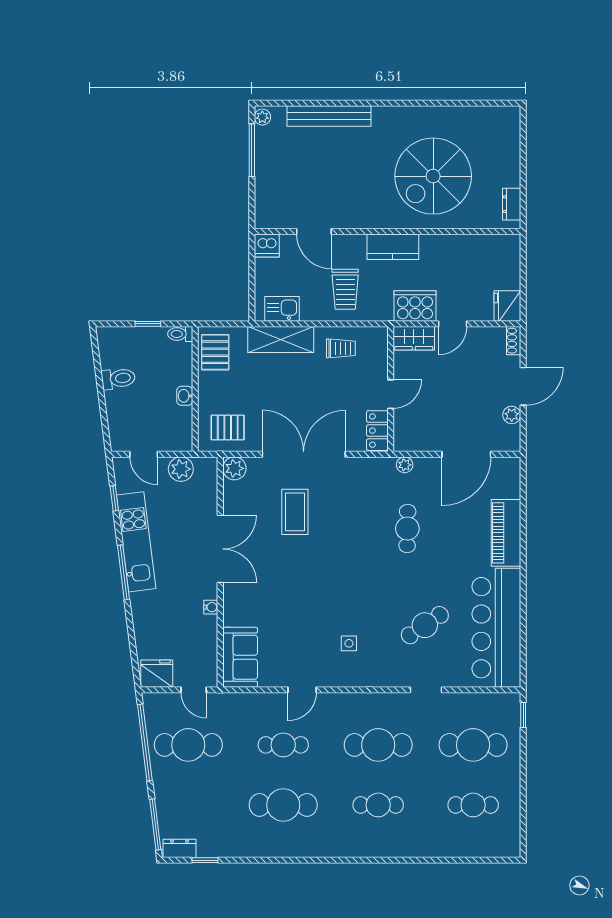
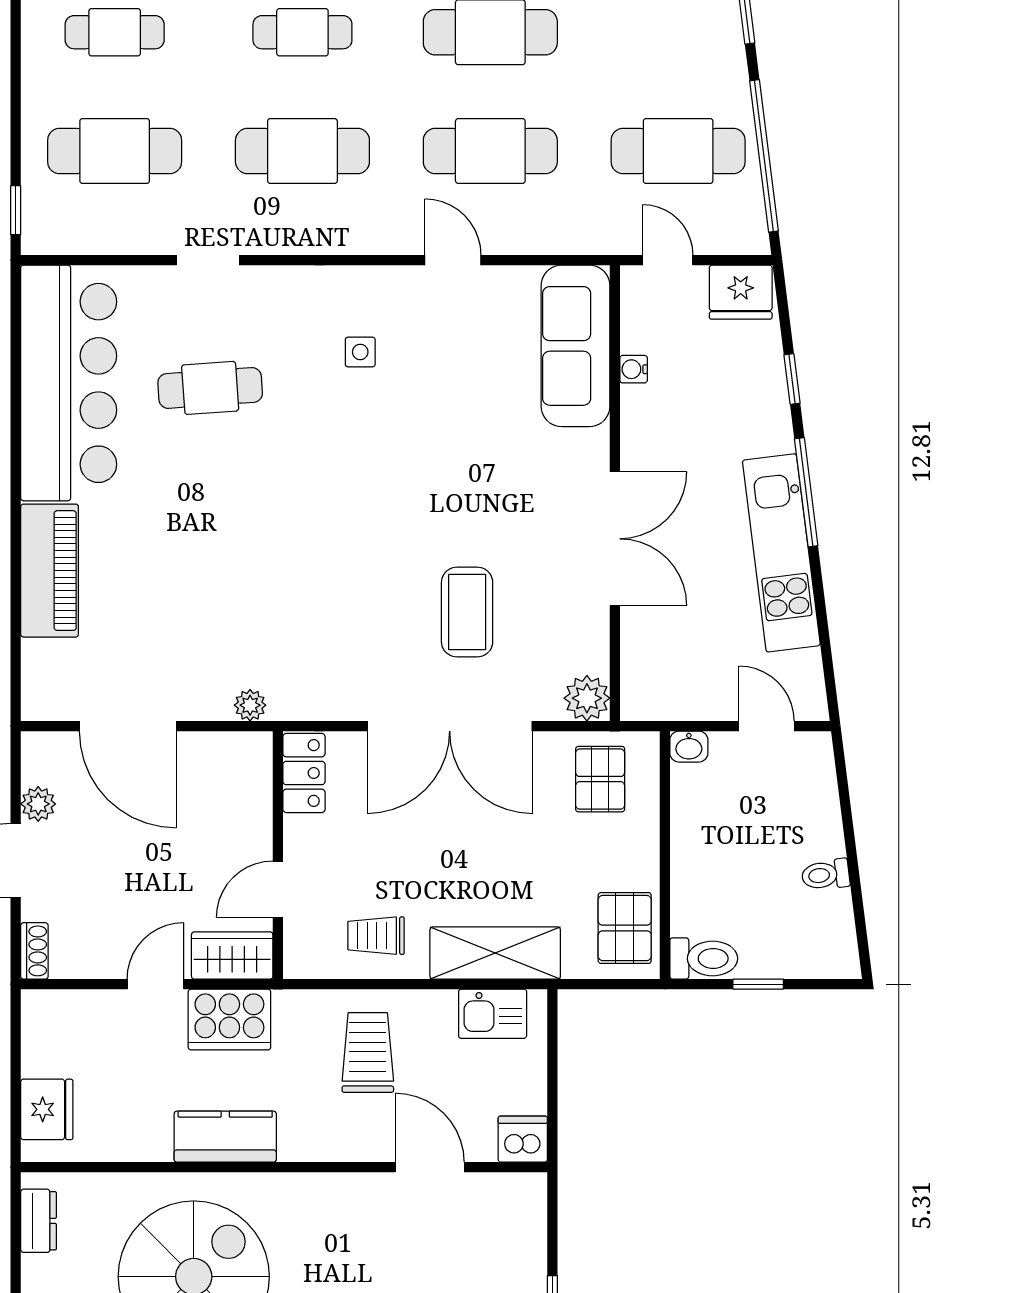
kitchen counter: (393, 247) -> (225, 1137), moved
fridge: (507, 306) -> (47, 1109), moved
toilet: (180, 334) -> (704, 958), width x1.37, depth x1.39
toilet: (118, 379) -> (826, 875), width x0.73, depth x0.72
door: (391, 394) -> (278, 889), moved
washbasin: (185, 396) -> (689, 747), moved, turned 90
pallet: (228, 427) -> (600, 779), turned 90
door: (466, 454) -> (128, 726), swing flipped
plant: (181, 469) -> (693, 697), removed
window: (114, 498) -> (792, 379), moved
cafe table: (407, 529) -> (245, 579), removed
double door: (220, 549) -> (615, 539), swing flipped
water cooler: (211, 607) -> (634, 369), moved
cafe table: (425, 625) -> (210, 388), turned 30
sofa: (240, 657) -> (576, 346), width x1.36
door: (302, 690) -> (453, 260), hinge flipped
cafe table: (283, 745) -> (490, 151), width x1.37, depth x1.35

